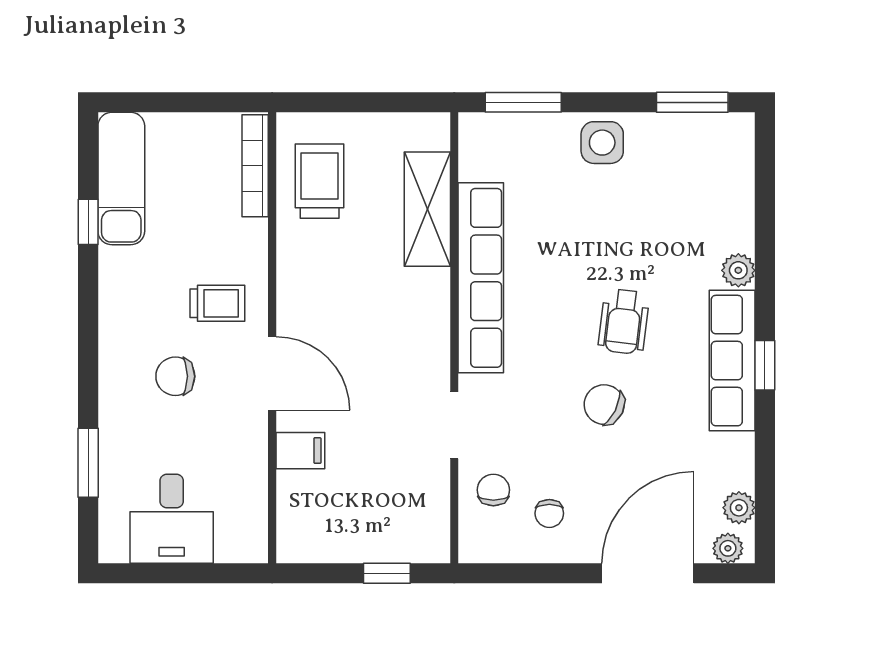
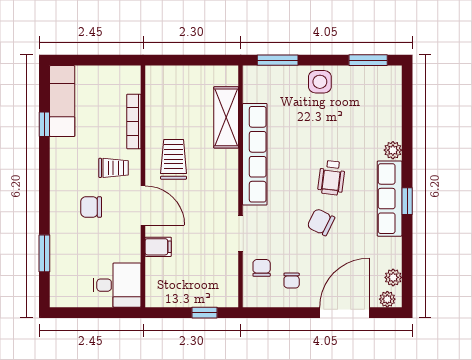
bookcase: (255, 166) -> (134, 121), moved
trolley: (320, 181) -> (174, 159), moved
desk: (172, 519) -> (117, 285), moved, turned -90

